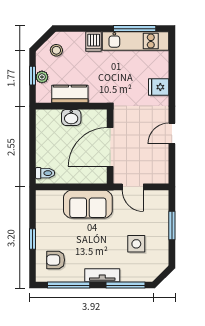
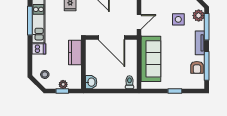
kitchen counter: (70, 94) -> (75, 53), moved
washbasin: (71, 117) -> (91, 82), moved
sofa: (88, 204) -> (151, 59), width x1.36
armchair: (56, 260) -> (197, 67), moved
plant: (142, 273) -> (199, 16), added

